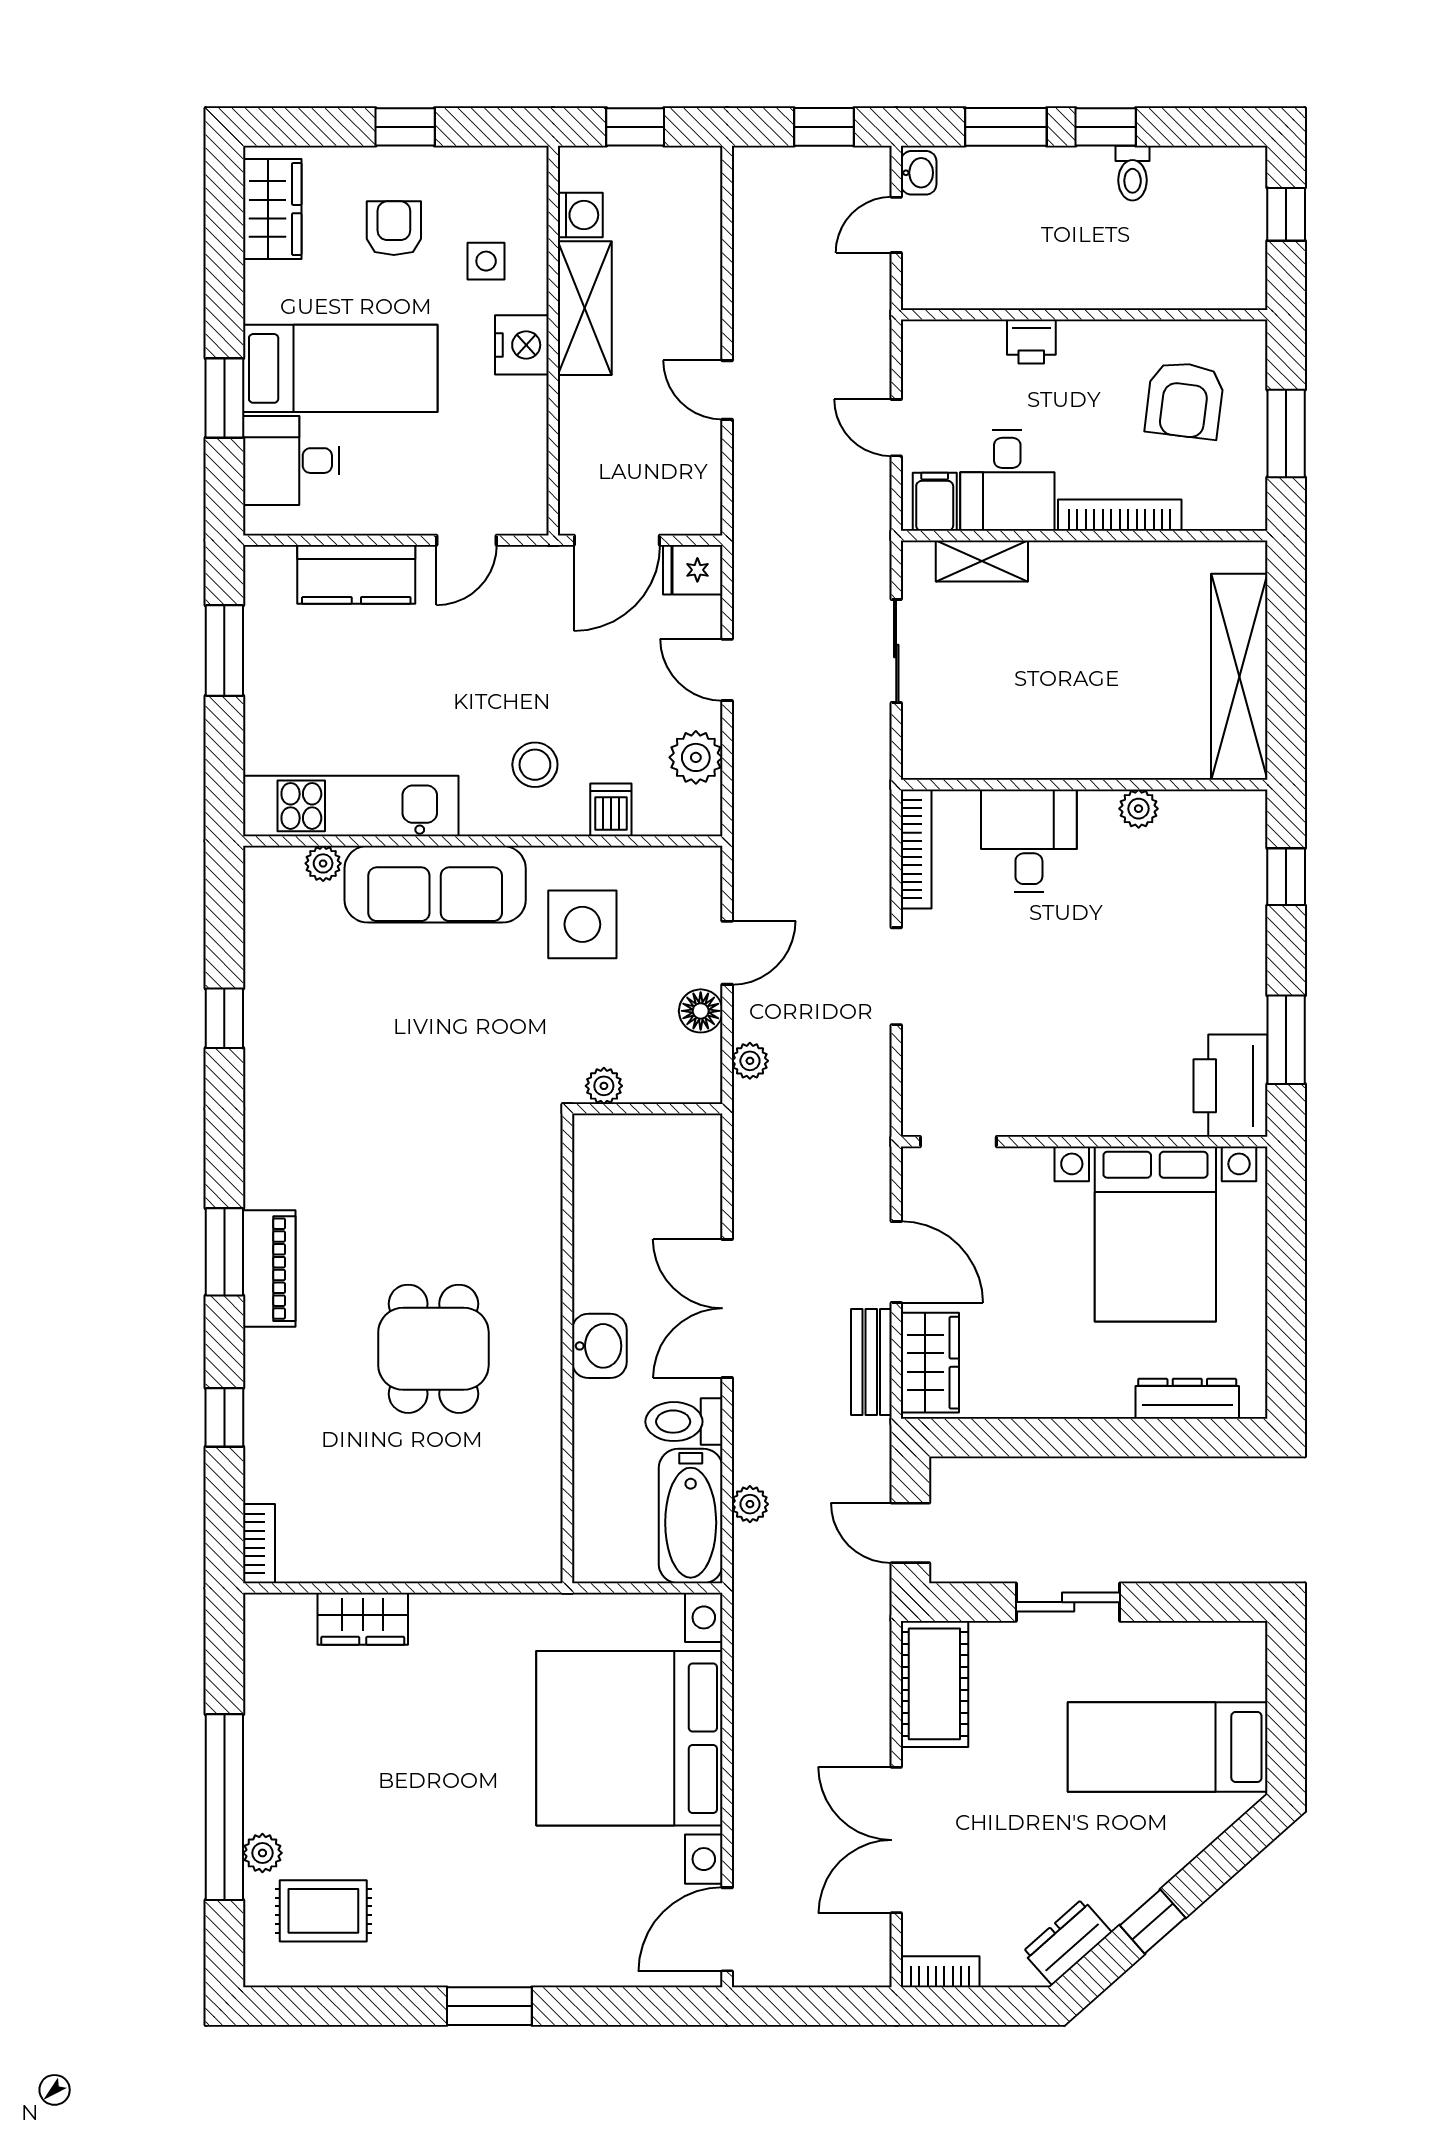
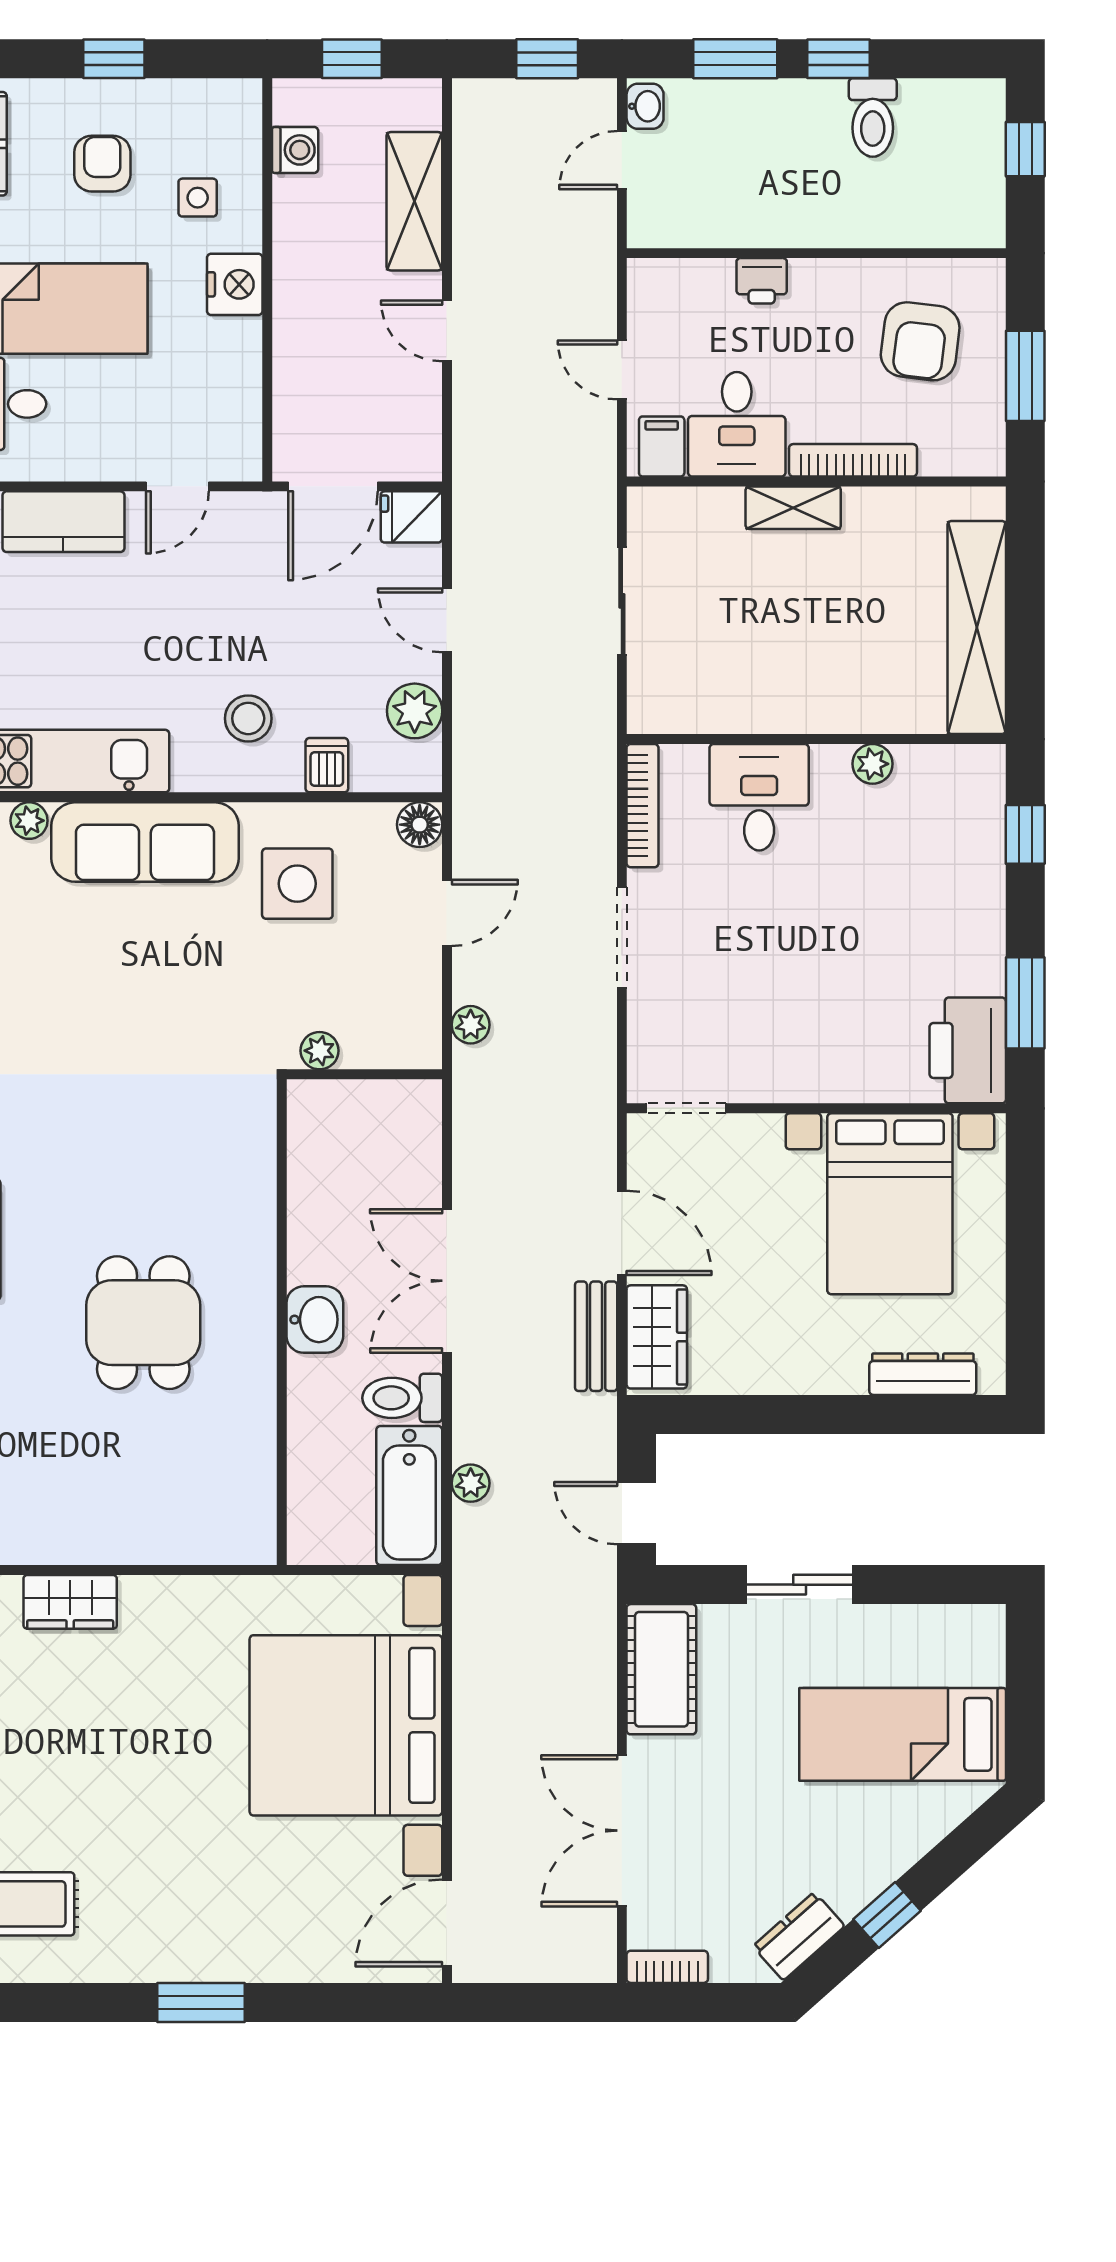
toilet: (1133, 173) -> (873, 118), width x1.37, depth x1.39
shelving: (585, 308) -> (414, 201), moved
shelving: (982, 561) -> (793, 508), moved
floor lamp: (701, 1011) -> (420, 825), moved

